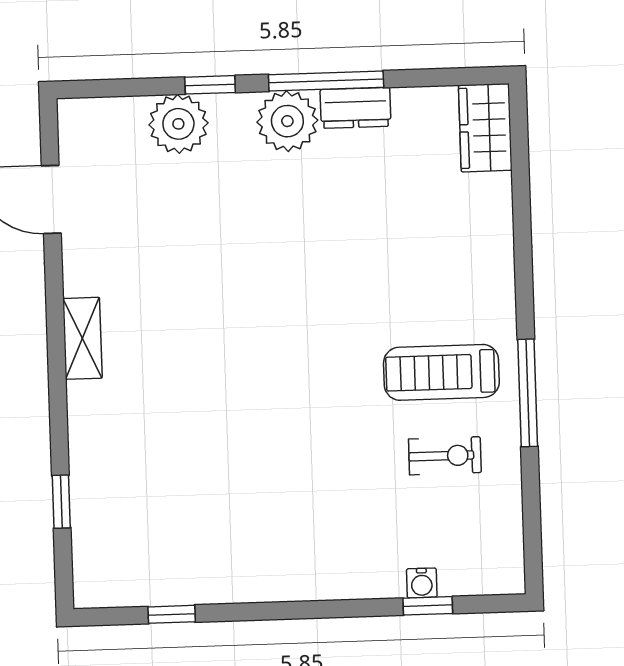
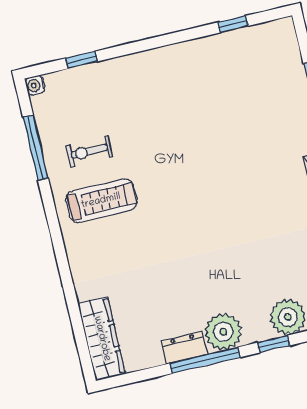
wardrobe: (485, 128) -> (102, 339), width x1.50
window: (528, 393) -> (35, 148), moved
water cooler: (422, 583) -> (35, 85), moved, turned -90

